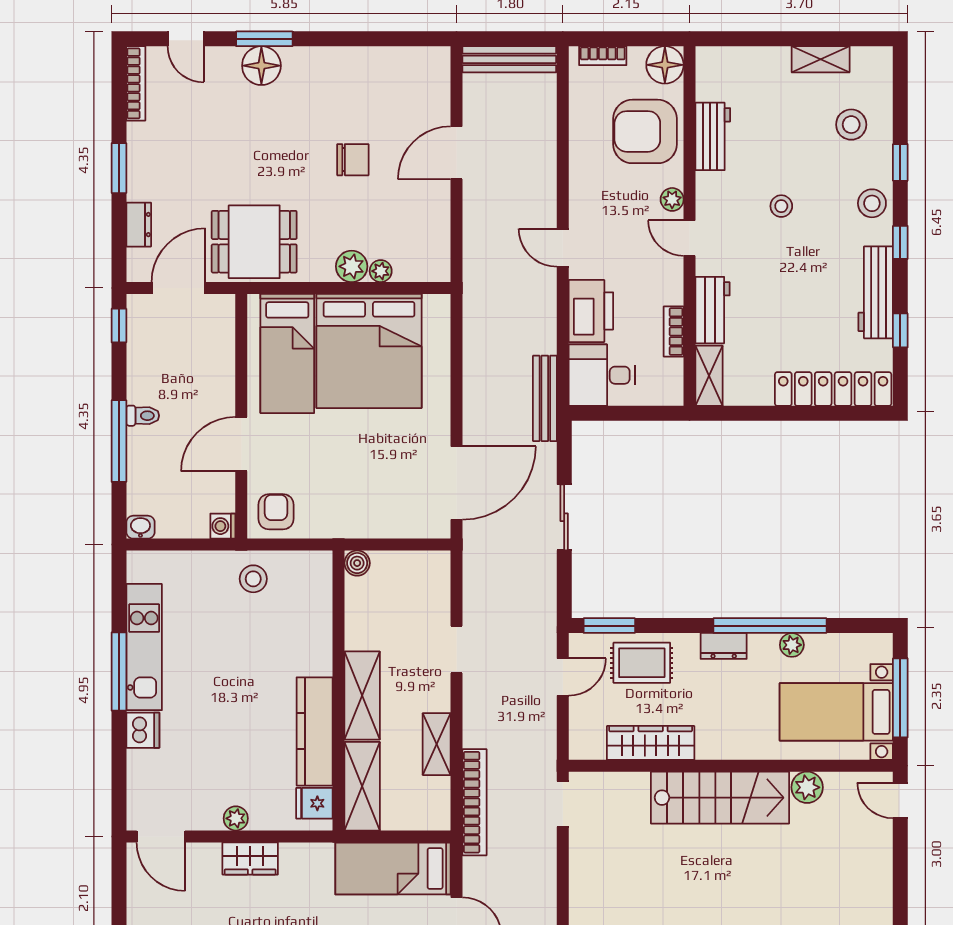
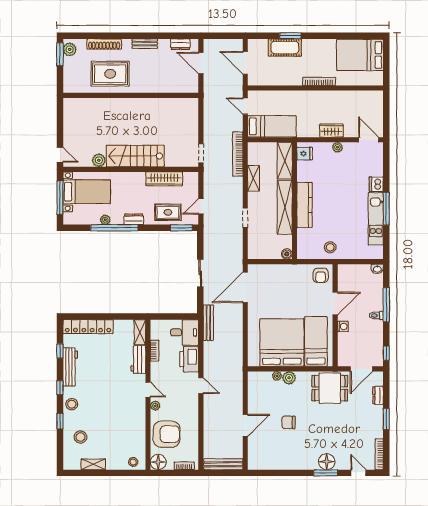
workbench: (713, 136) -> (138, 432), removed
stool: (781, 206) -> (133, 462), moved
washing machine: (223, 526) -> (343, 326), moved
shelving: (362, 696) -> (285, 207), width x1.47
kitchen counter: (315, 731) -> (305, 205), moved

